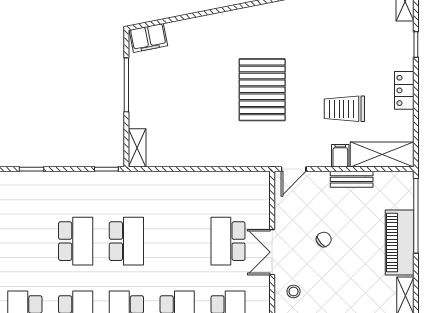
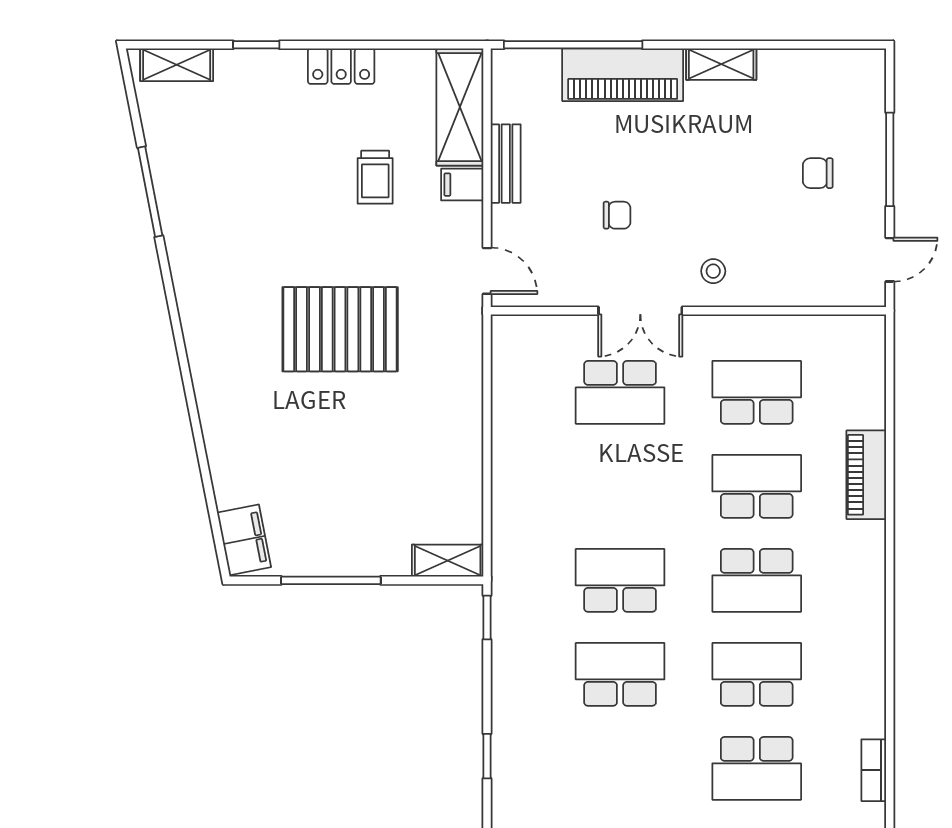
trolley: (344, 109) -> (375, 177), width x0.73, depth x0.72
chair: (324, 239) -> (617, 215), turned 131

